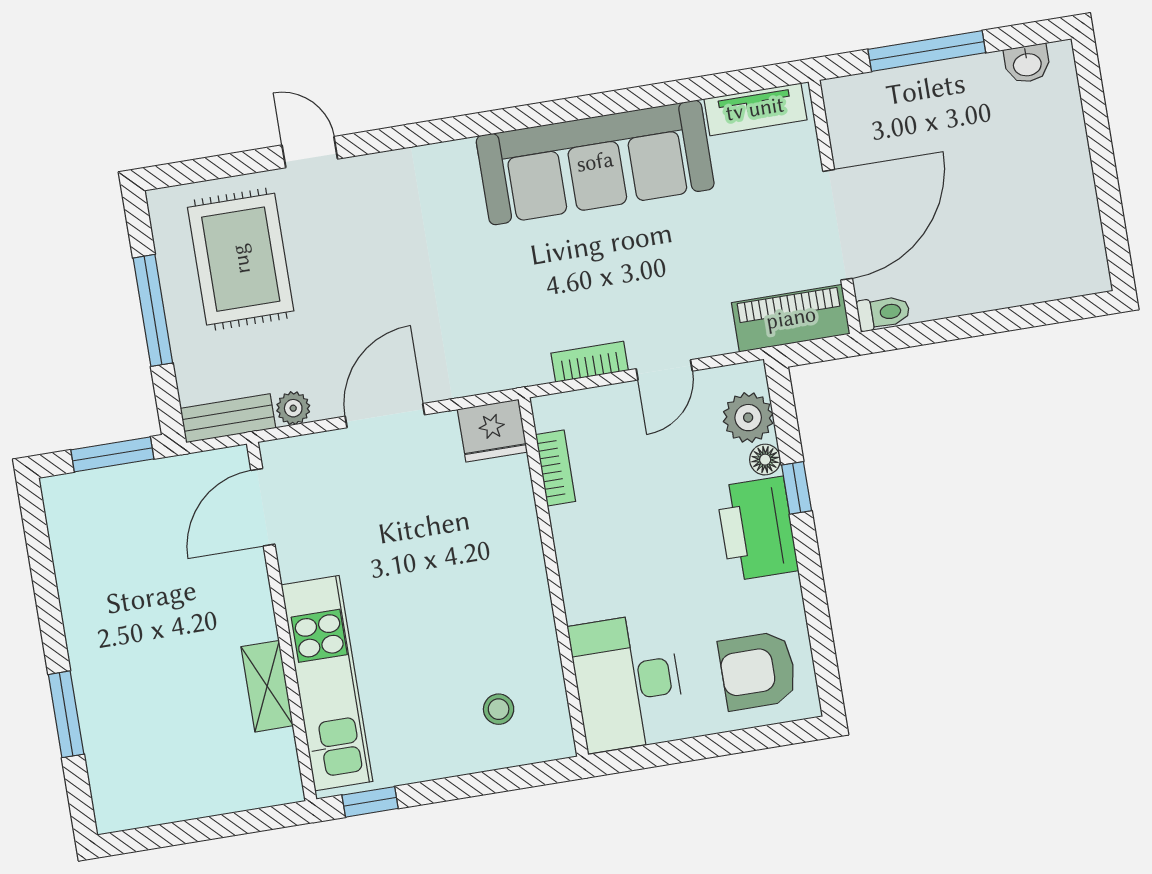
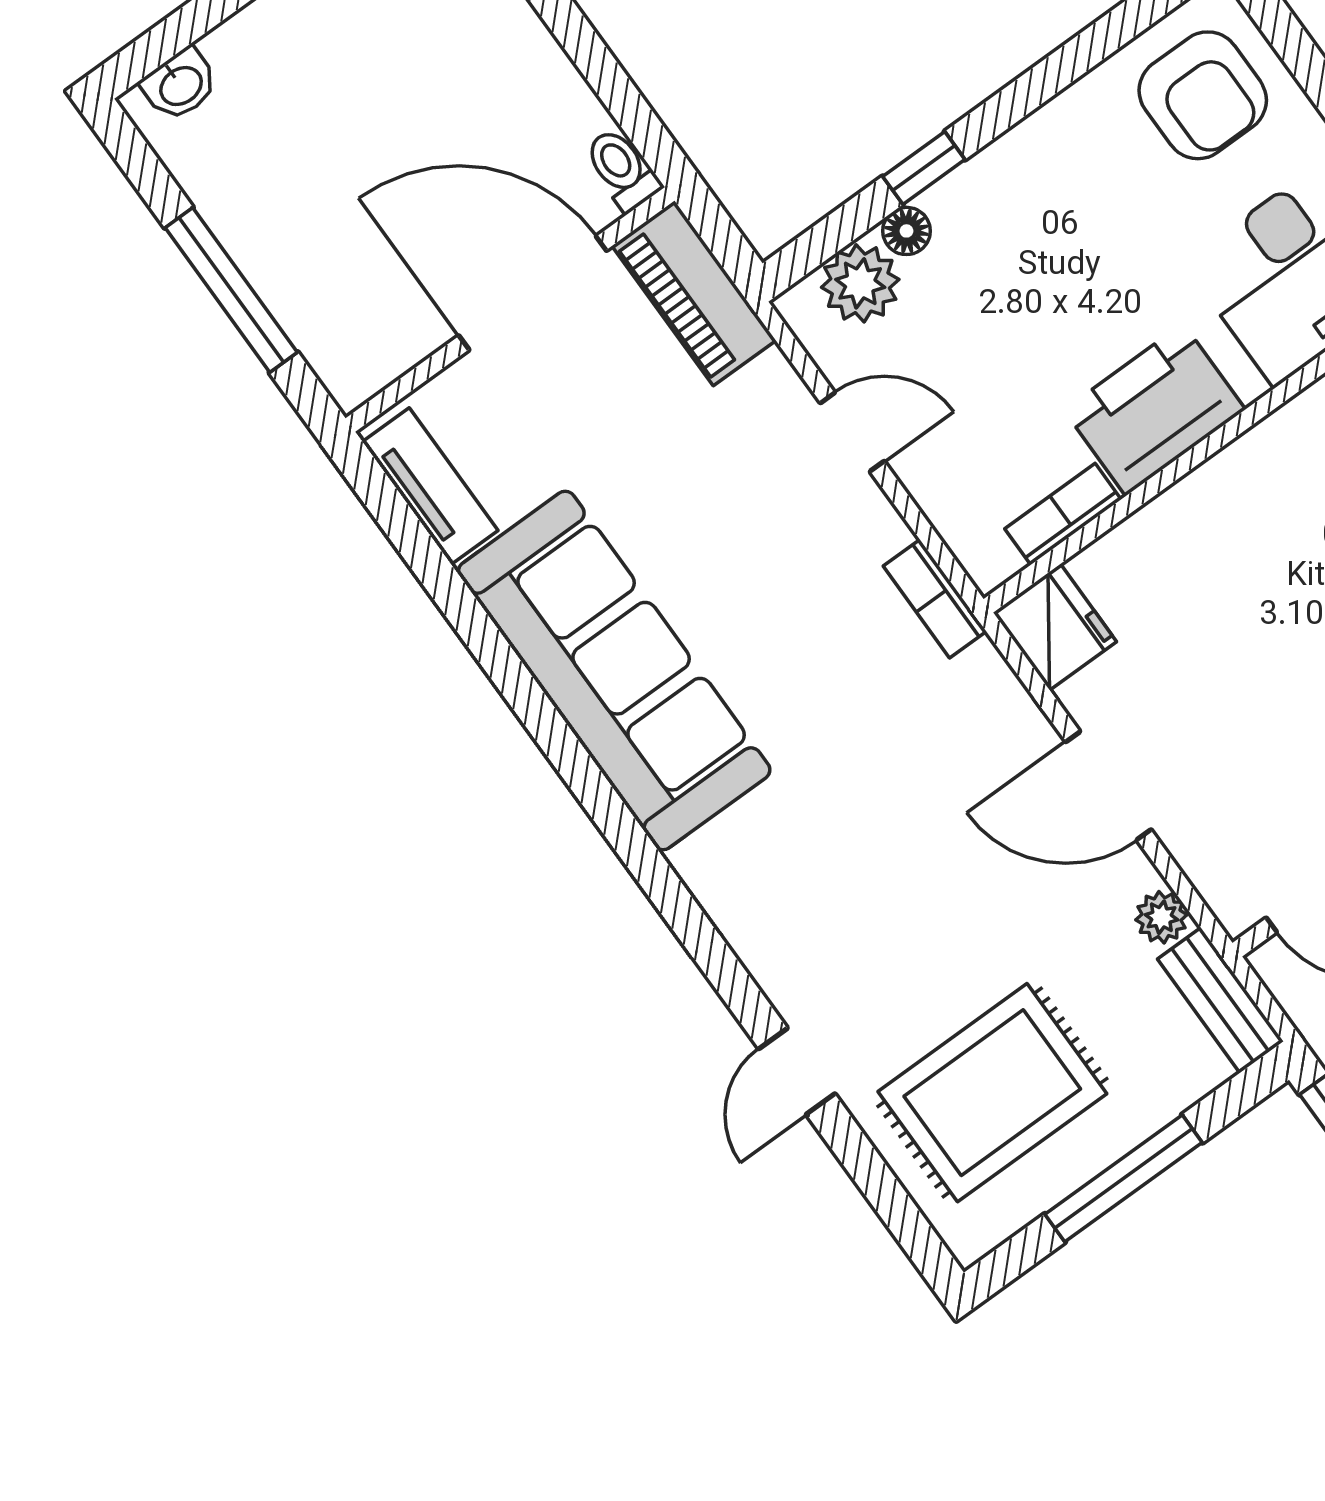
washbasin: (1027, 64) -> (180, 85), moved, turned 90
bookcase: (590, 362) -> (935, 599), moved
printer: (757, 529) -> (1154, 410), moved, turned 180

